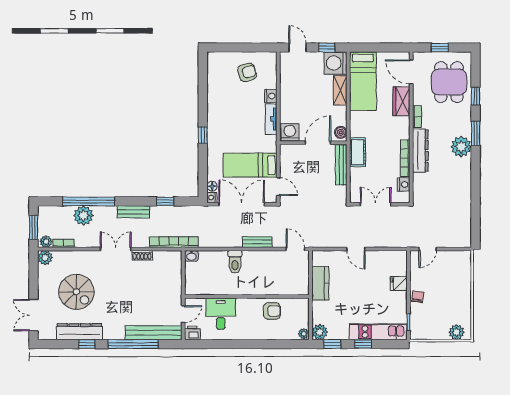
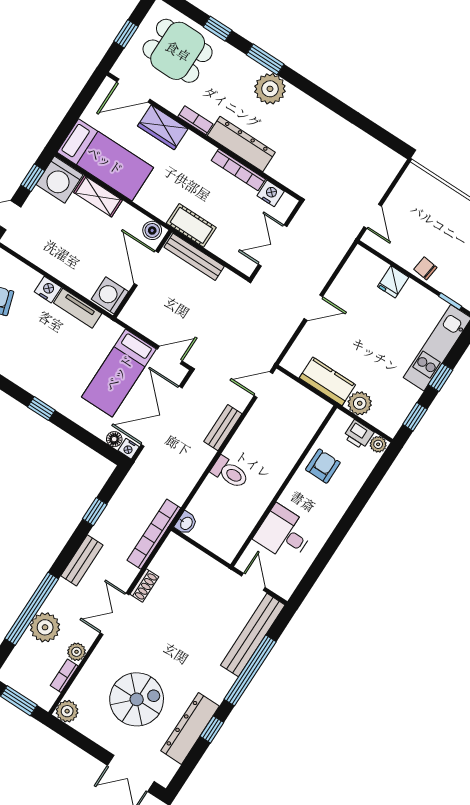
plant: (46, 242) -> (77, 652), moved
plant: (320, 332) -> (360, 403), moved
printer: (192, 333) -> (359, 435), moved, turned -90

